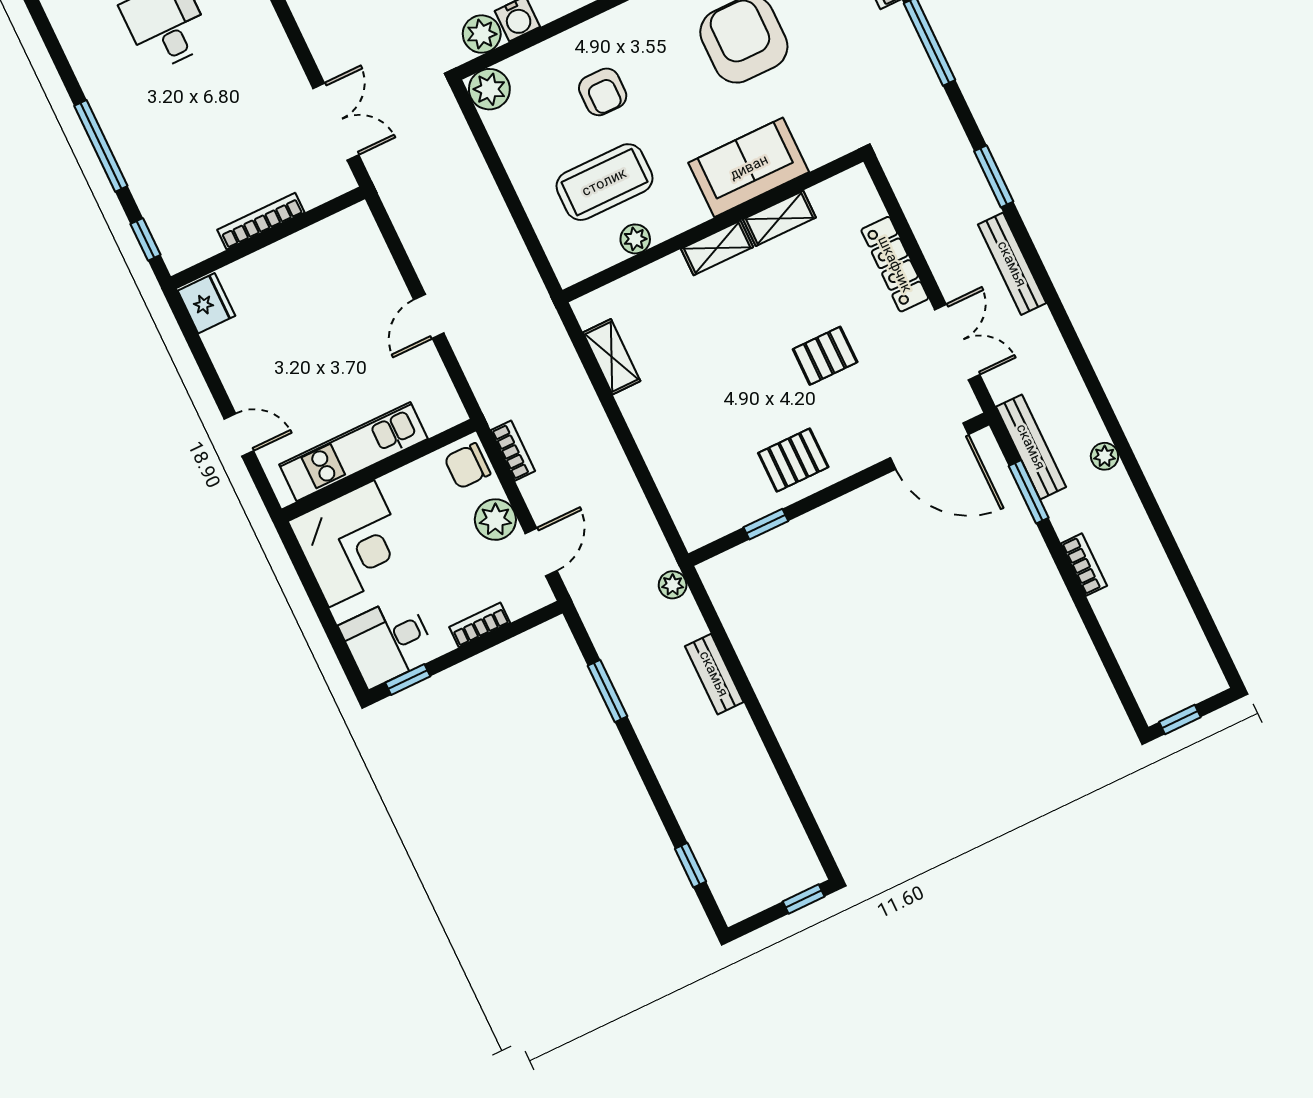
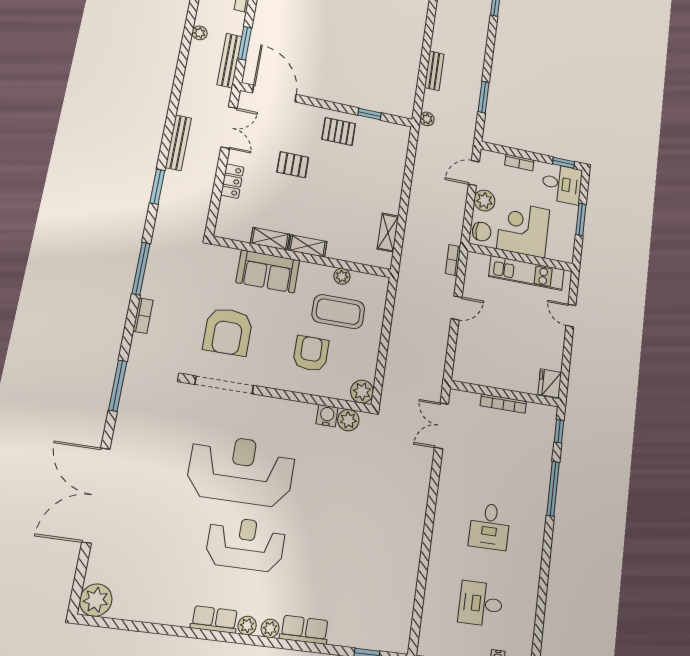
armchair: (603, 92) -> (311, 353), width x1.38, depth x1.38
locker: (895, 264) -> (232, 181), width x0.66
double door: (957, 342) -> (229, 128), swing flipped
bookcase: (513, 451) -> (453, 260), moved
corner desk: (352, 544) -> (523, 229), moved
window: (320, 605) -> (581, 219), added

